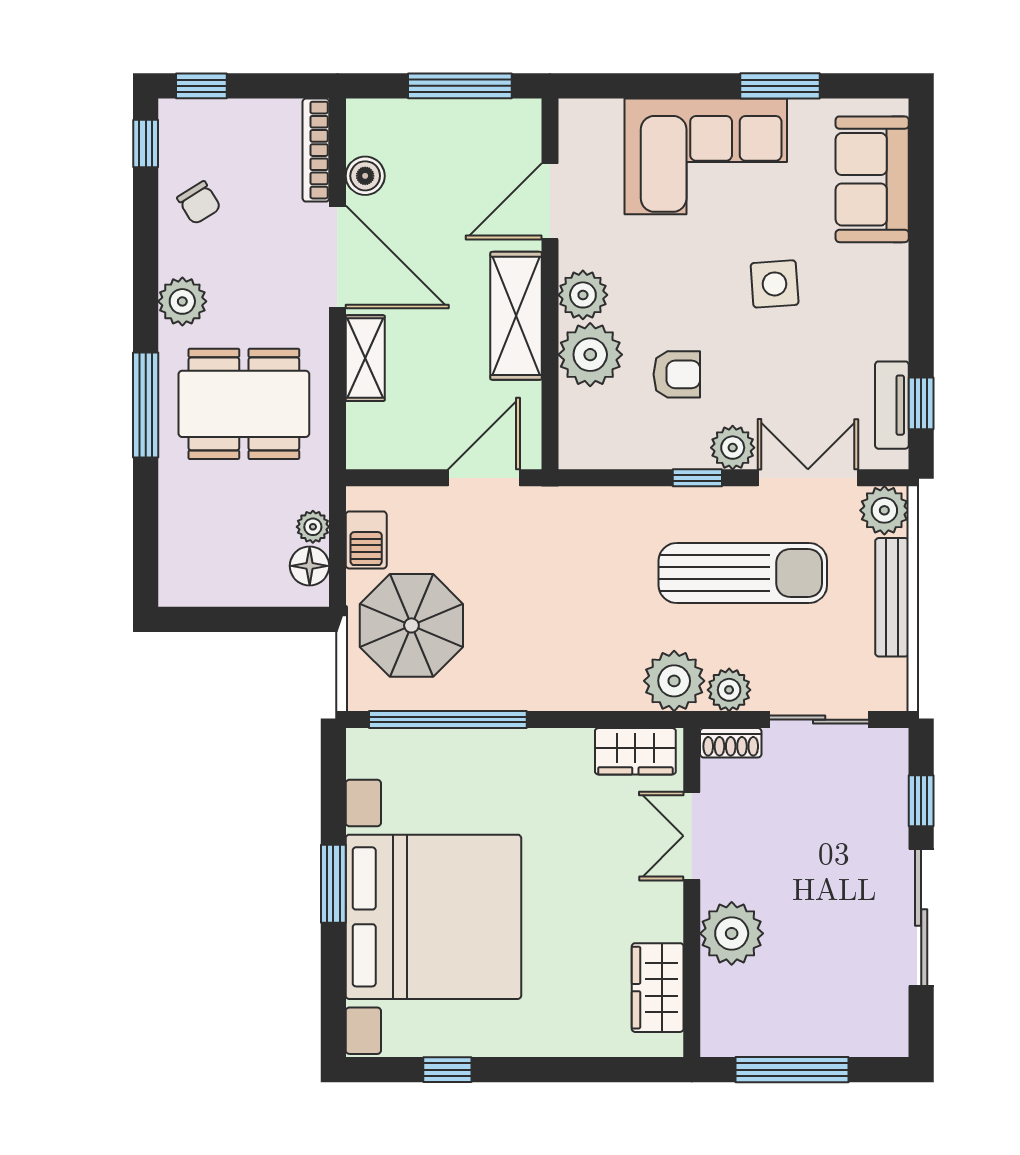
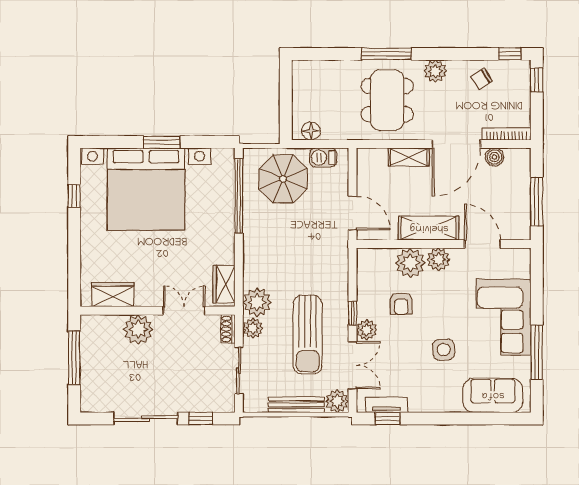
window: (780, 86) -> (537, 352), width x1.44
plant: (313, 527) -> (329, 133), removed

